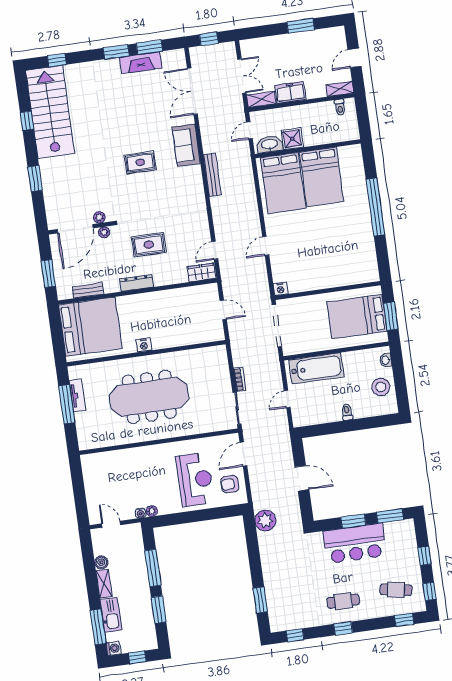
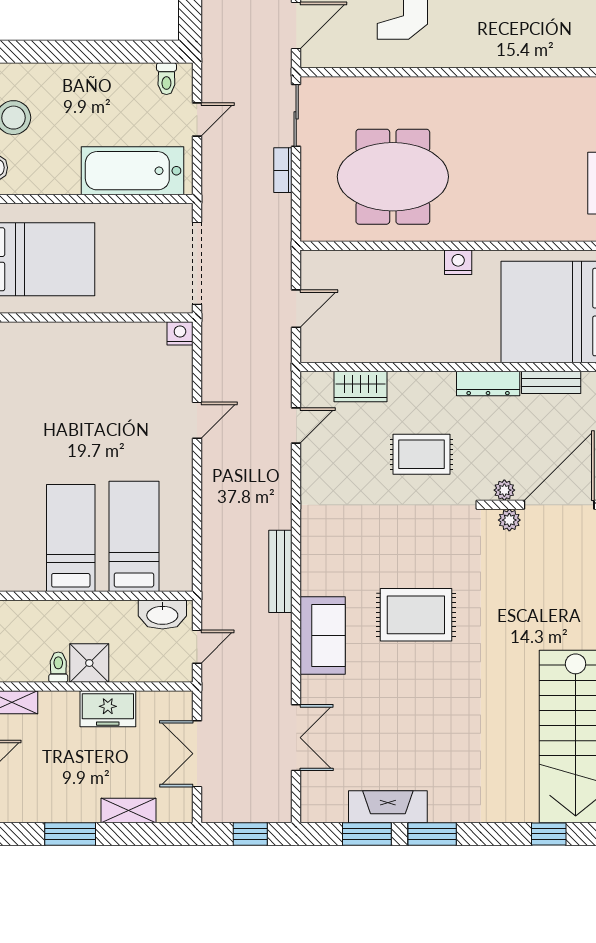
double door: (192, 91) -> (296, 738), width x0.73
shelving: (262, 99) -> (129, 811), moved
toilet: (340, 107) -> (58, 667), moved
shower: (292, 139) -> (89, 663), moved
rug: (140, 162) -> (416, 615), width x1.36, depth x1.43
bed: (321, 177) -> (71, 538), width x0.67
bed: (283, 183) -> (134, 536), width x0.67
wardrobe: (202, 272) -> (360, 386), moved
dresser: (136, 283) -> (488, 383), moved
door: (223, 310) -> (296, 309), swing flipped
meeting table: (149, 397) -> (393, 177), moved, width x0.73
toilet: (347, 412) -> (166, 79), moved

